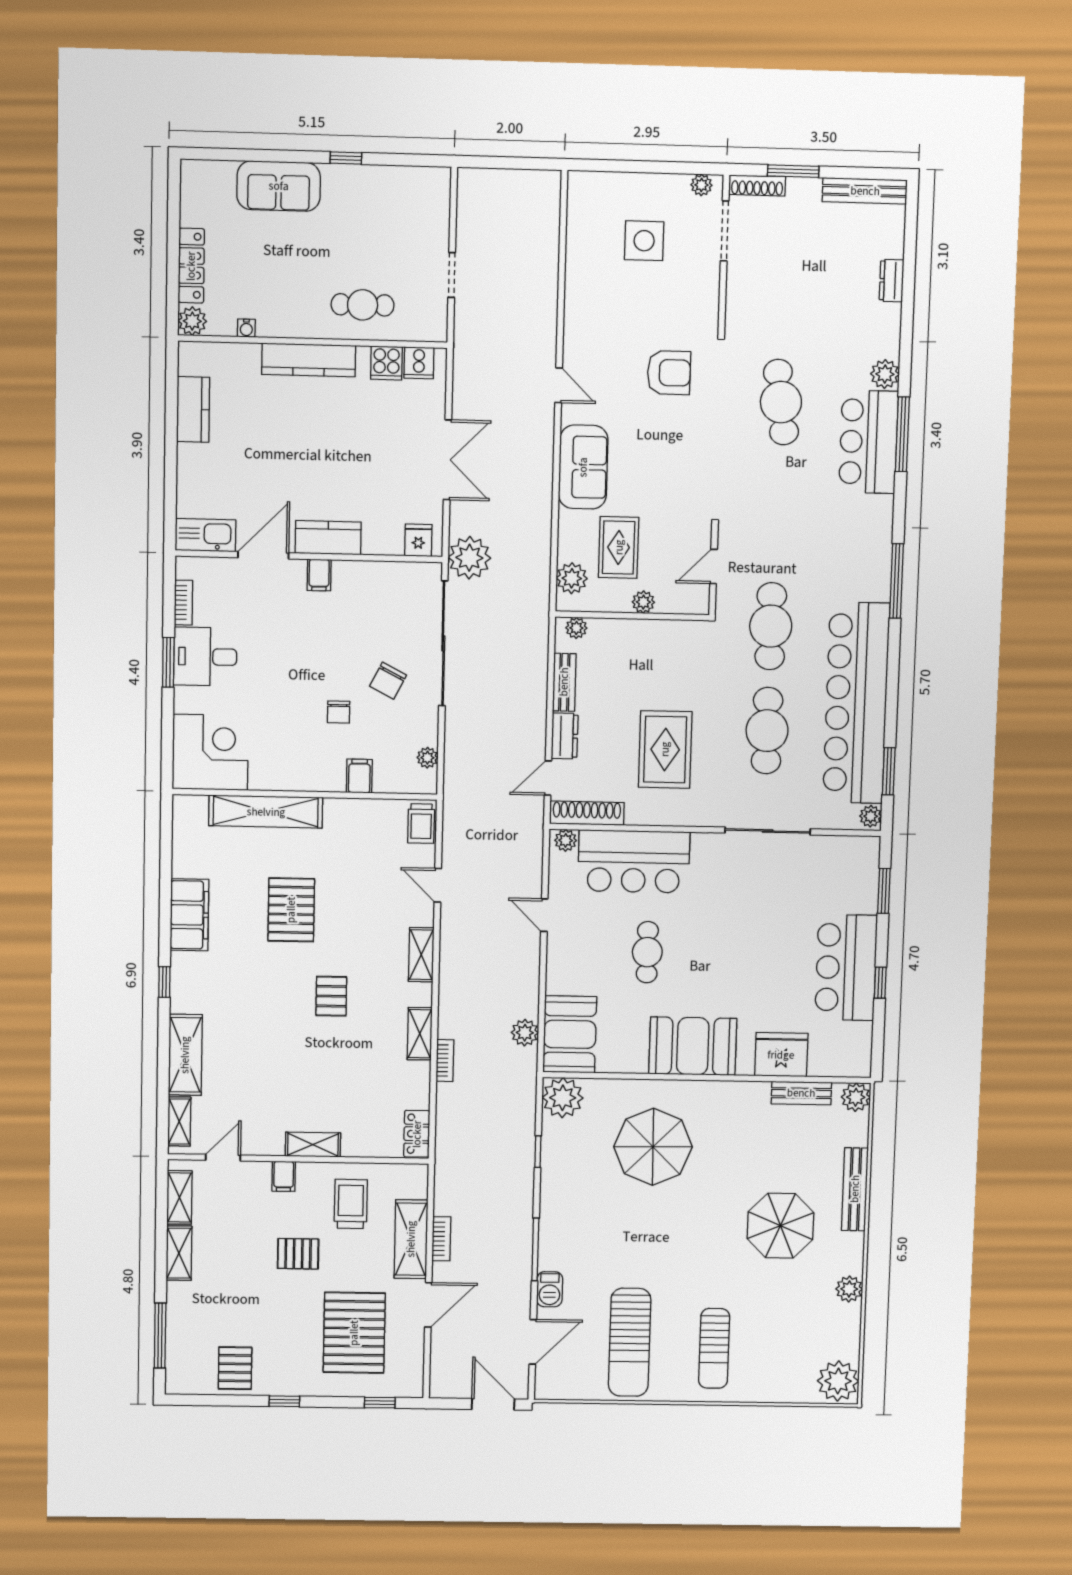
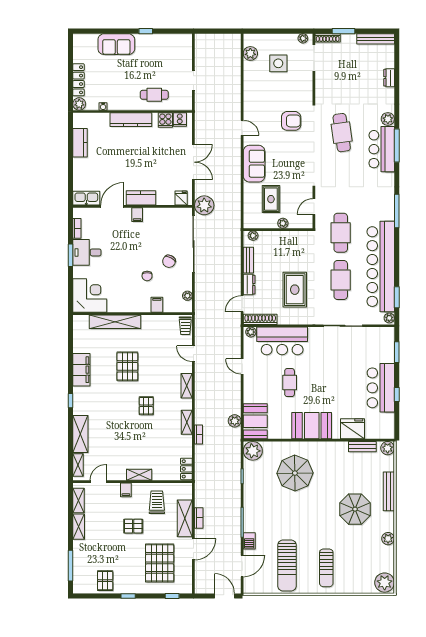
plant: (572, 578) -> (250, 53), moved

